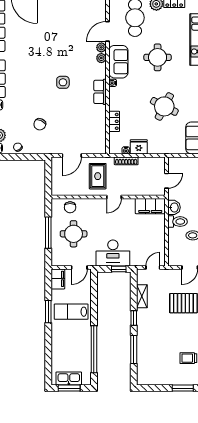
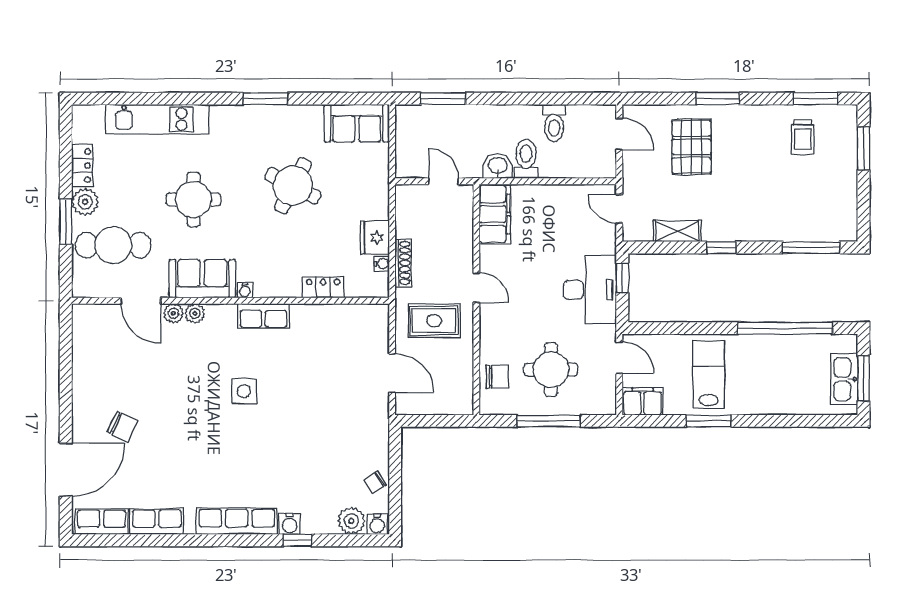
chair: (40, 124) -> (123, 426), moved
lab bench: (71, 312) -> (709, 374), turned 180
window: (134, 349) -> (811, 248), moved

